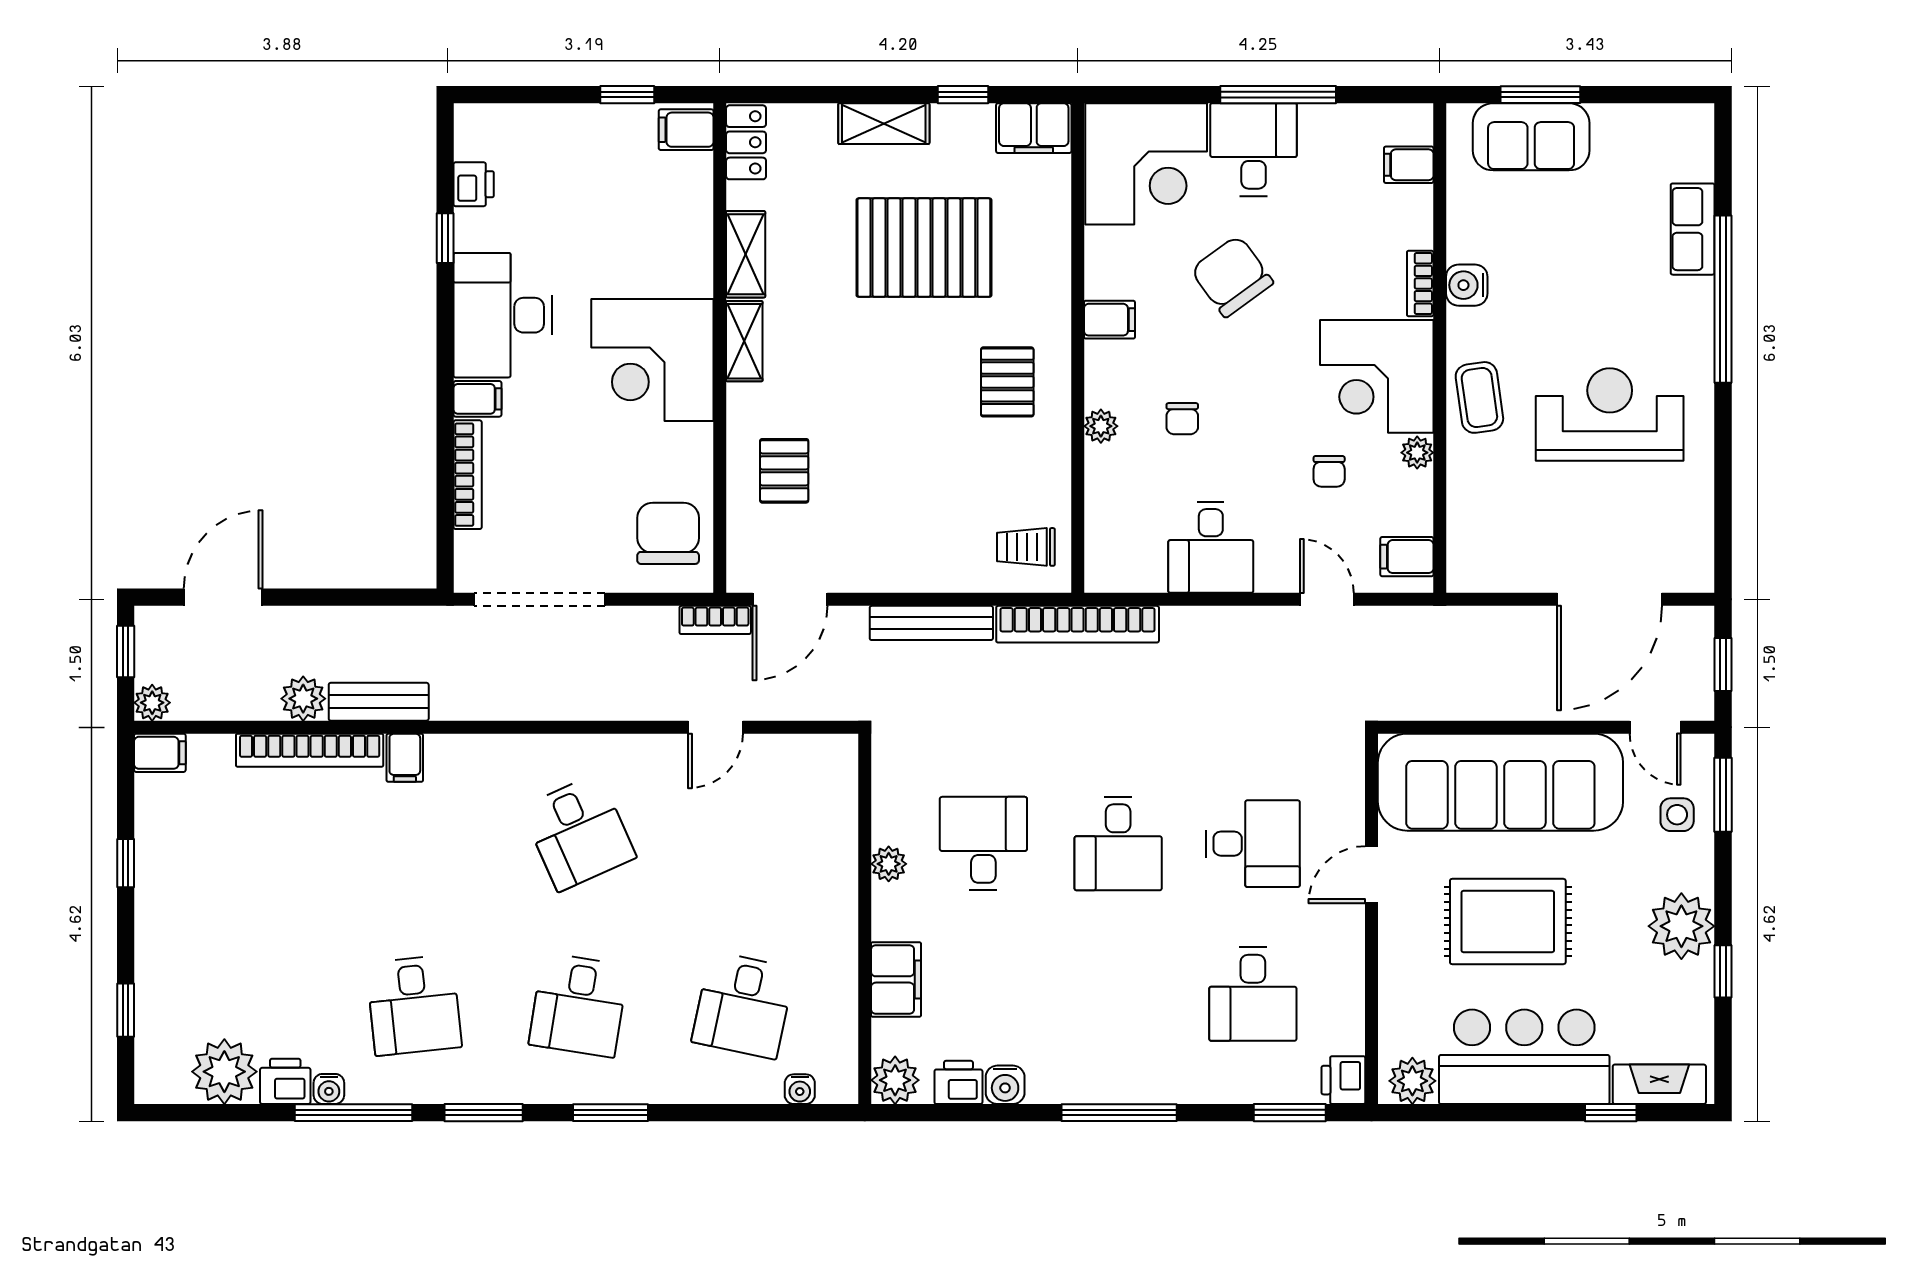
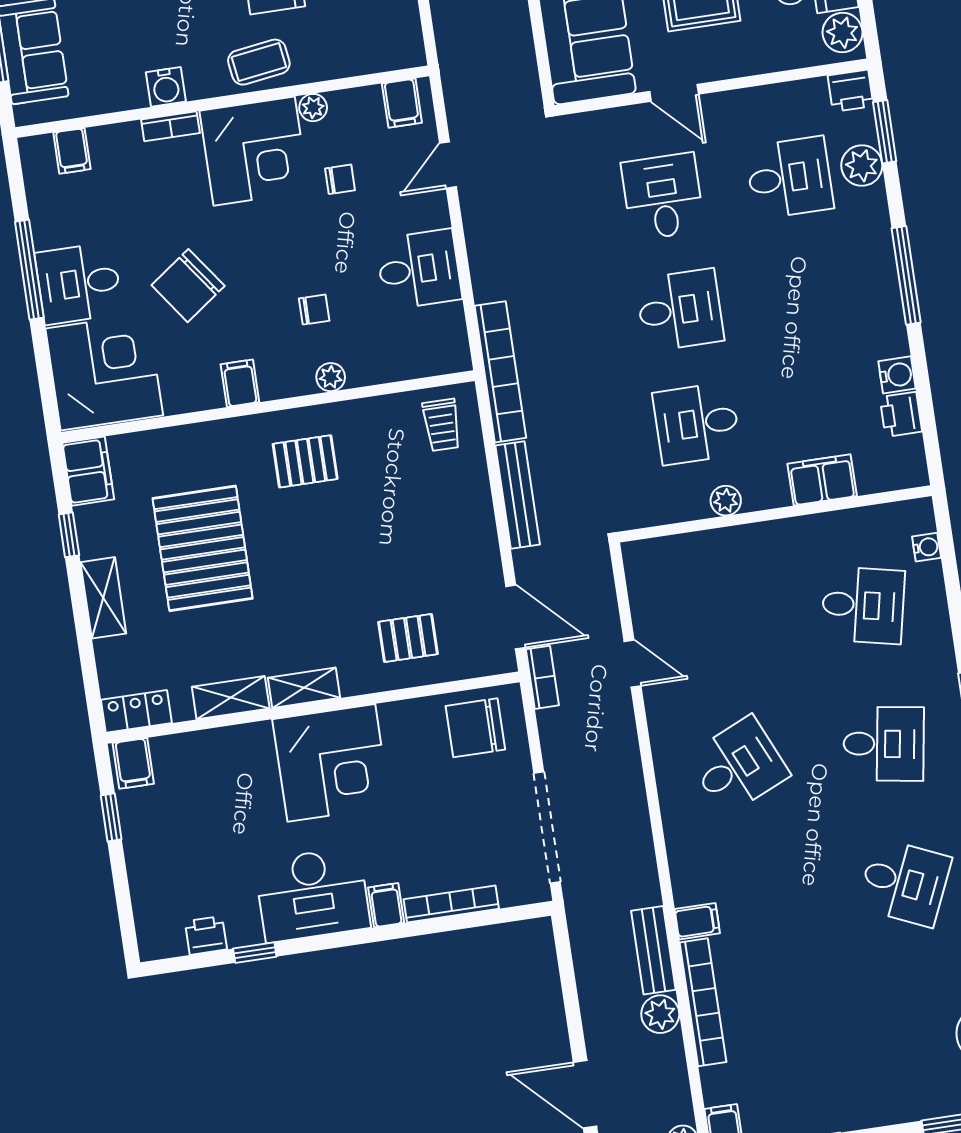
desk: (414, 1005) -> (904, 882), turned 30
plant: (895, 1080) -> (862, 166), moved

